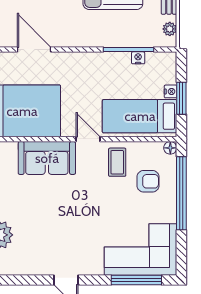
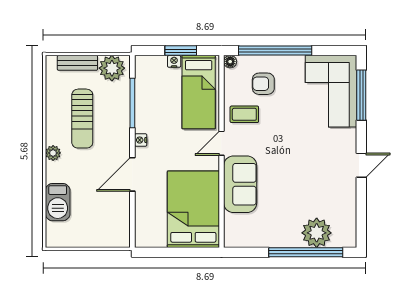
plant: (170, 29) -> (112, 68), width x1.88, depth x1.88
door: (34, 50) -> (132, 174), moved
nightstand: (138, 58) -> (141, 140), moved
armchair: (148, 181) -> (263, 84), turned -90

